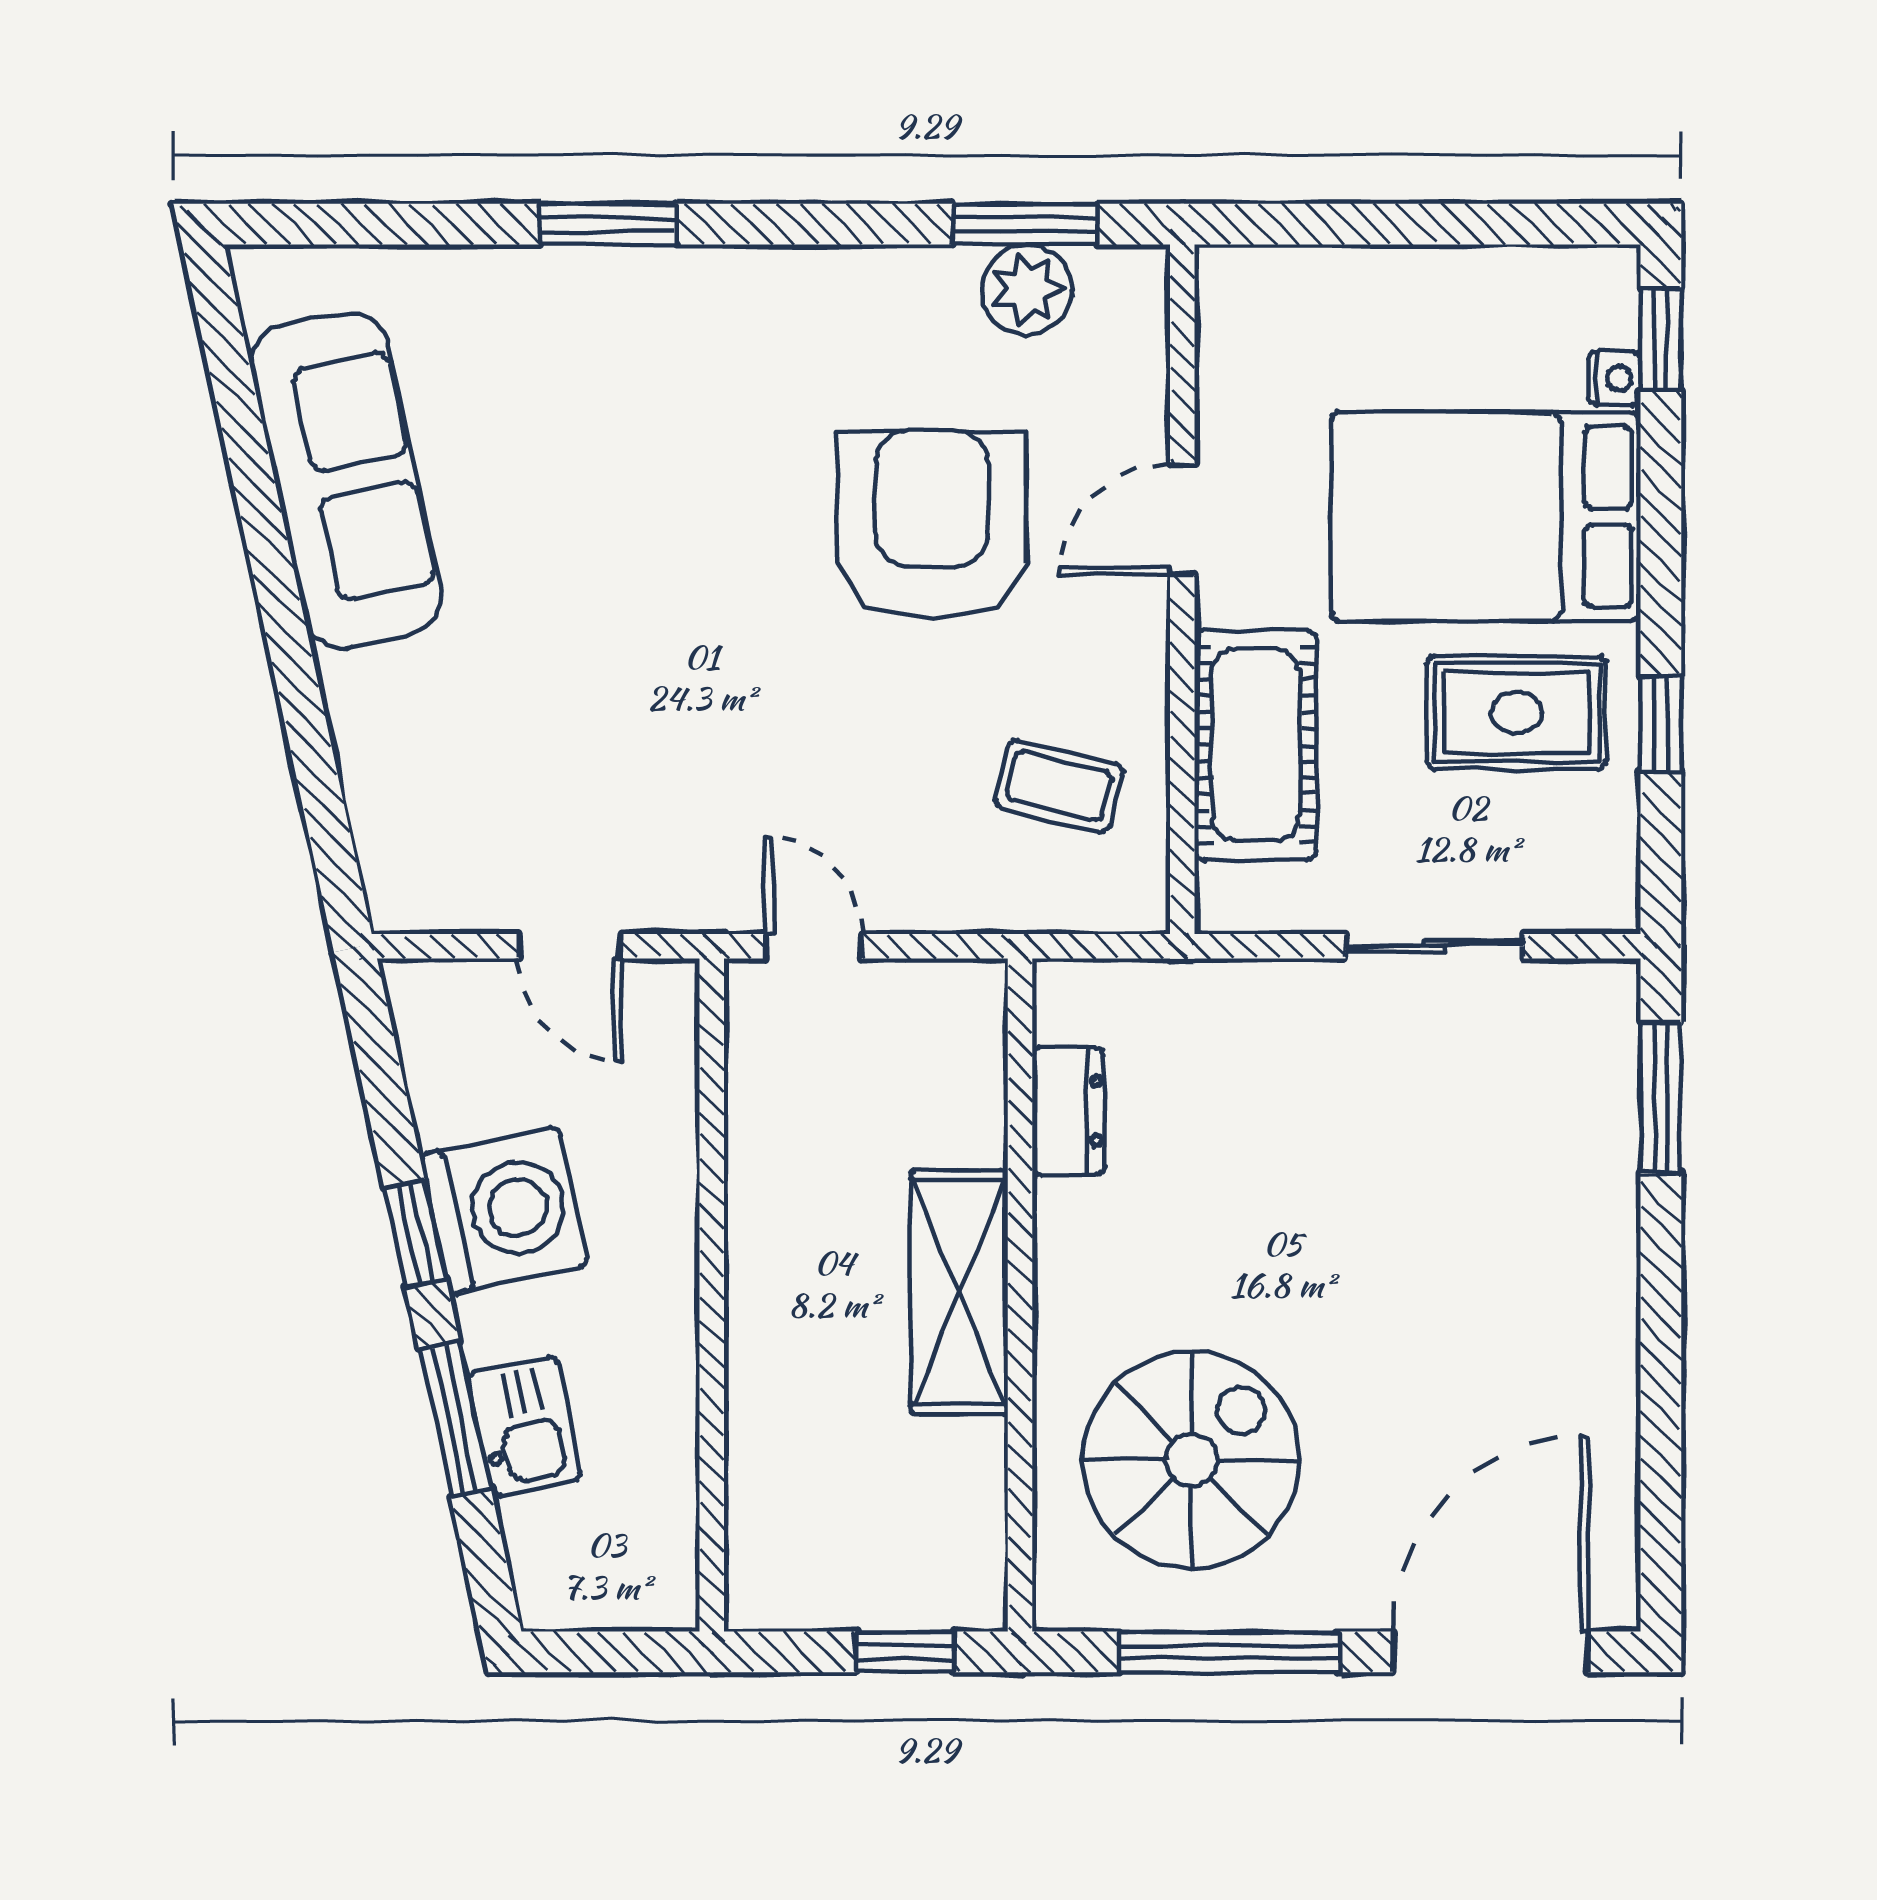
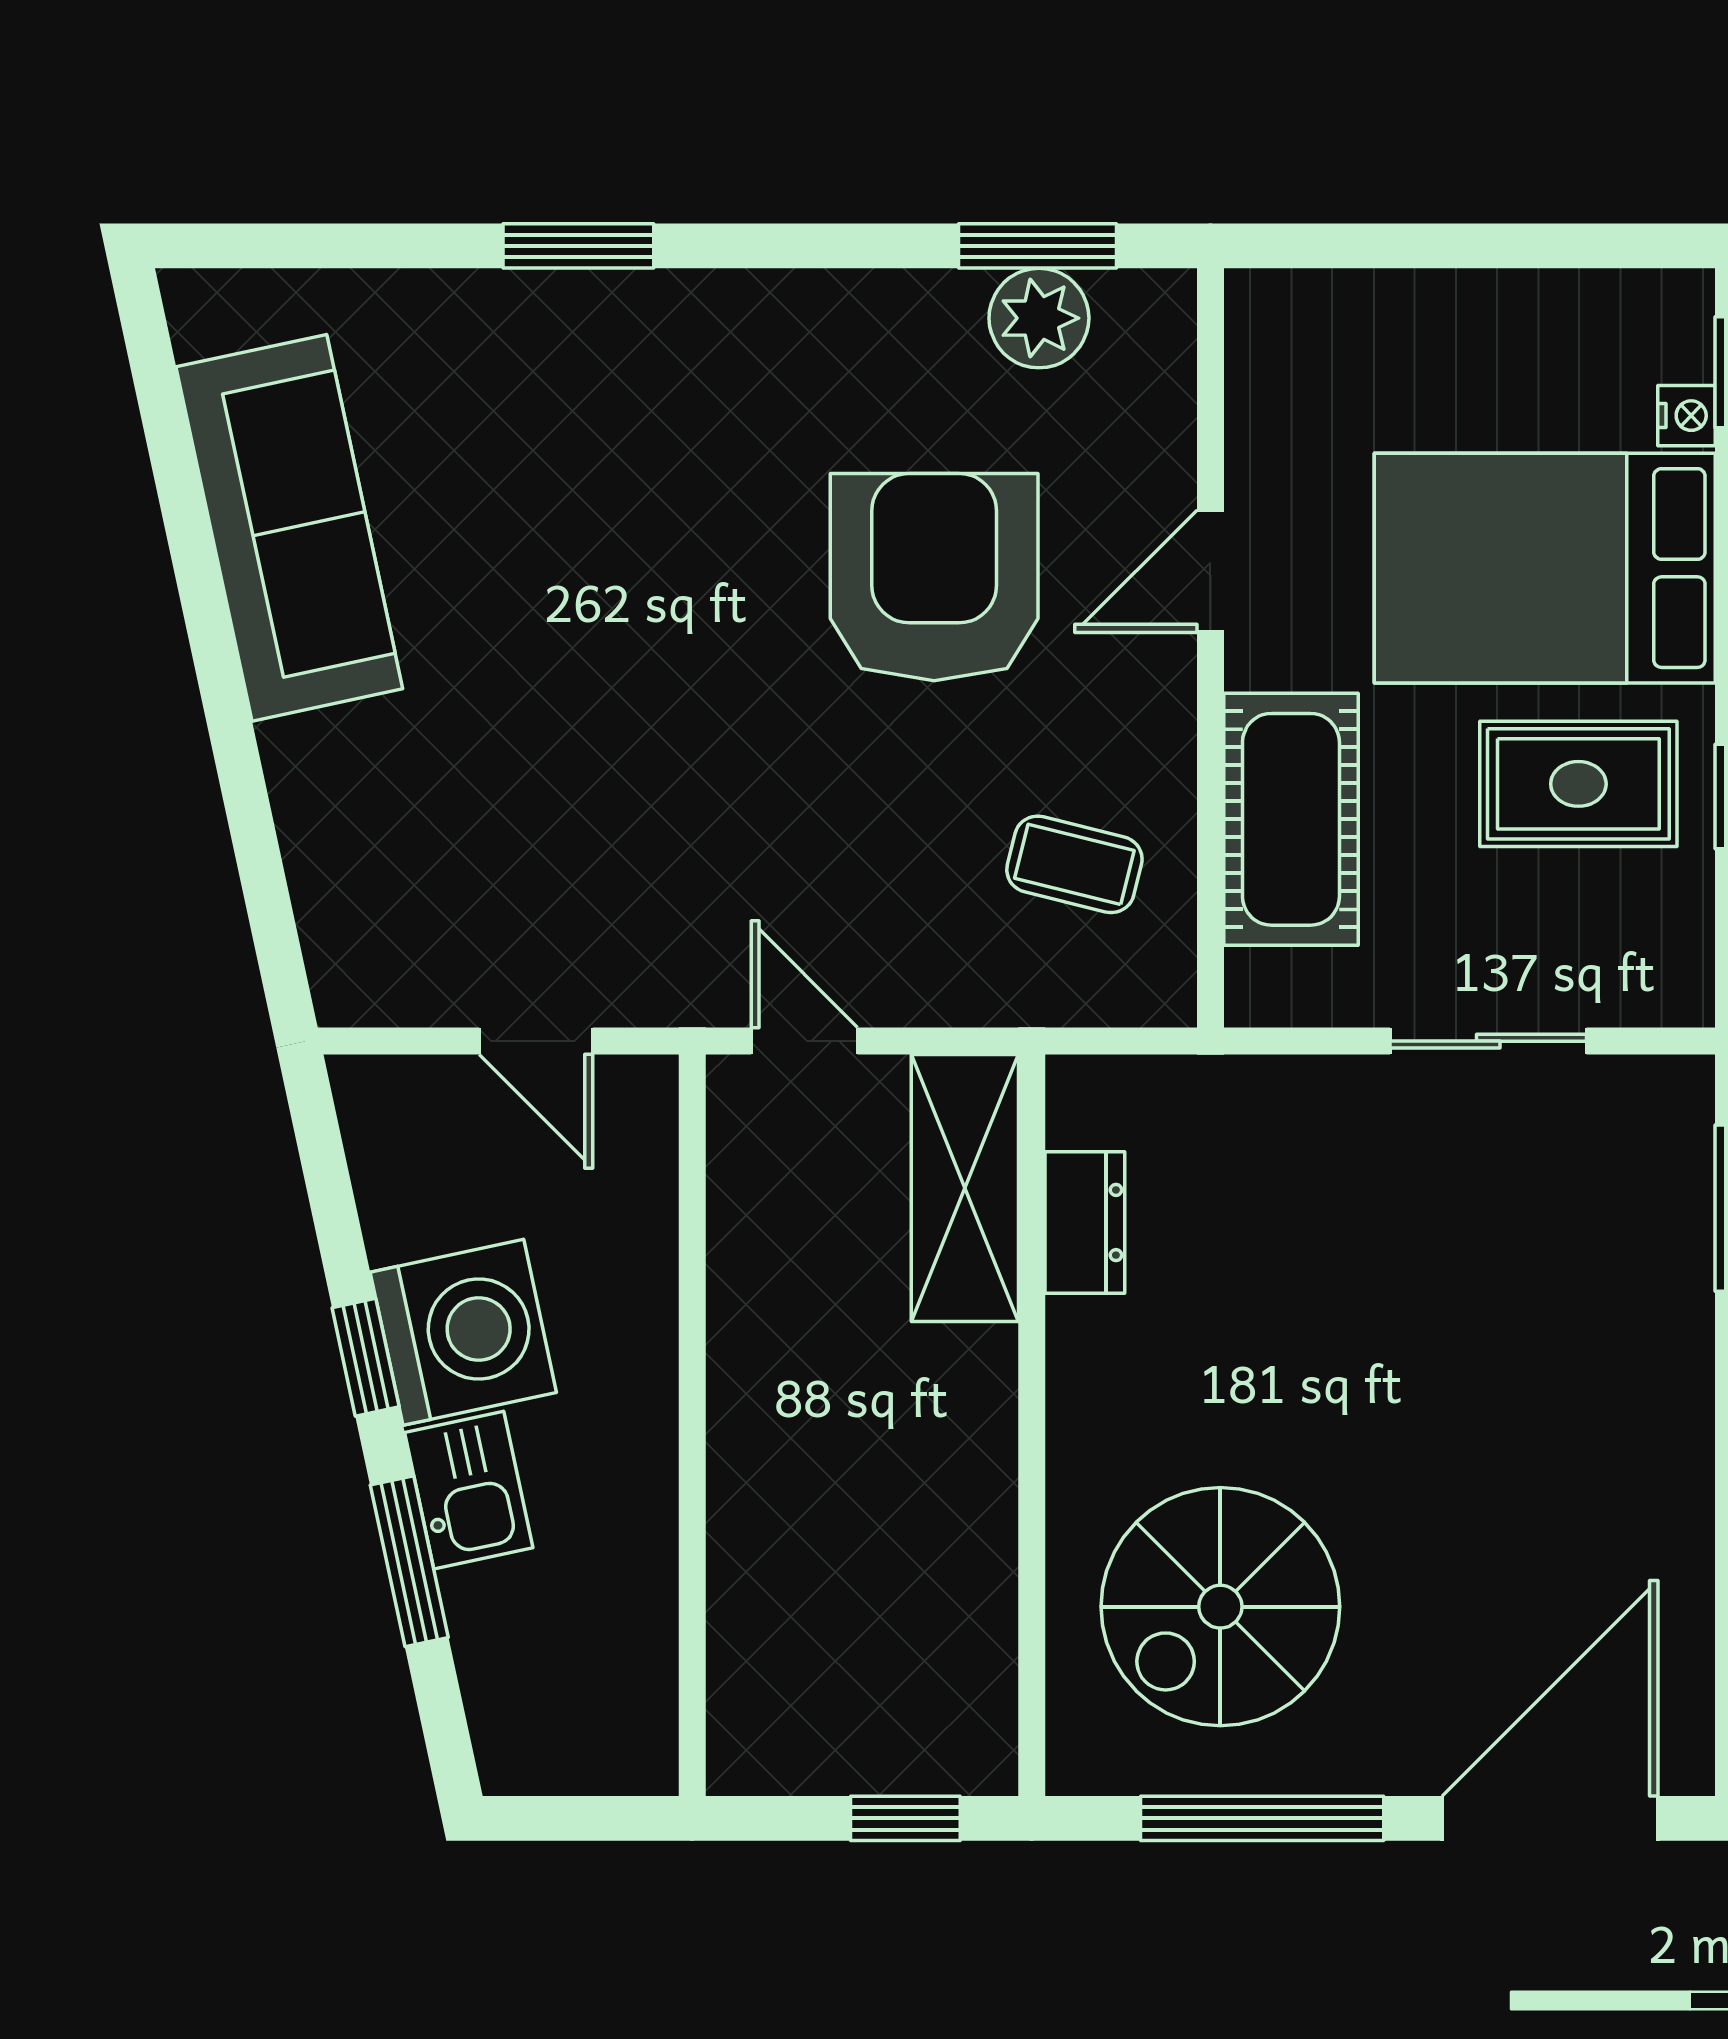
shelving: (959, 1292) -> (965, 1188), moved
kitchen sink: (524, 1426) -> (469, 1490), moved
spiral stairs: (1191, 1460) -> (1220, 1607), turned 180

